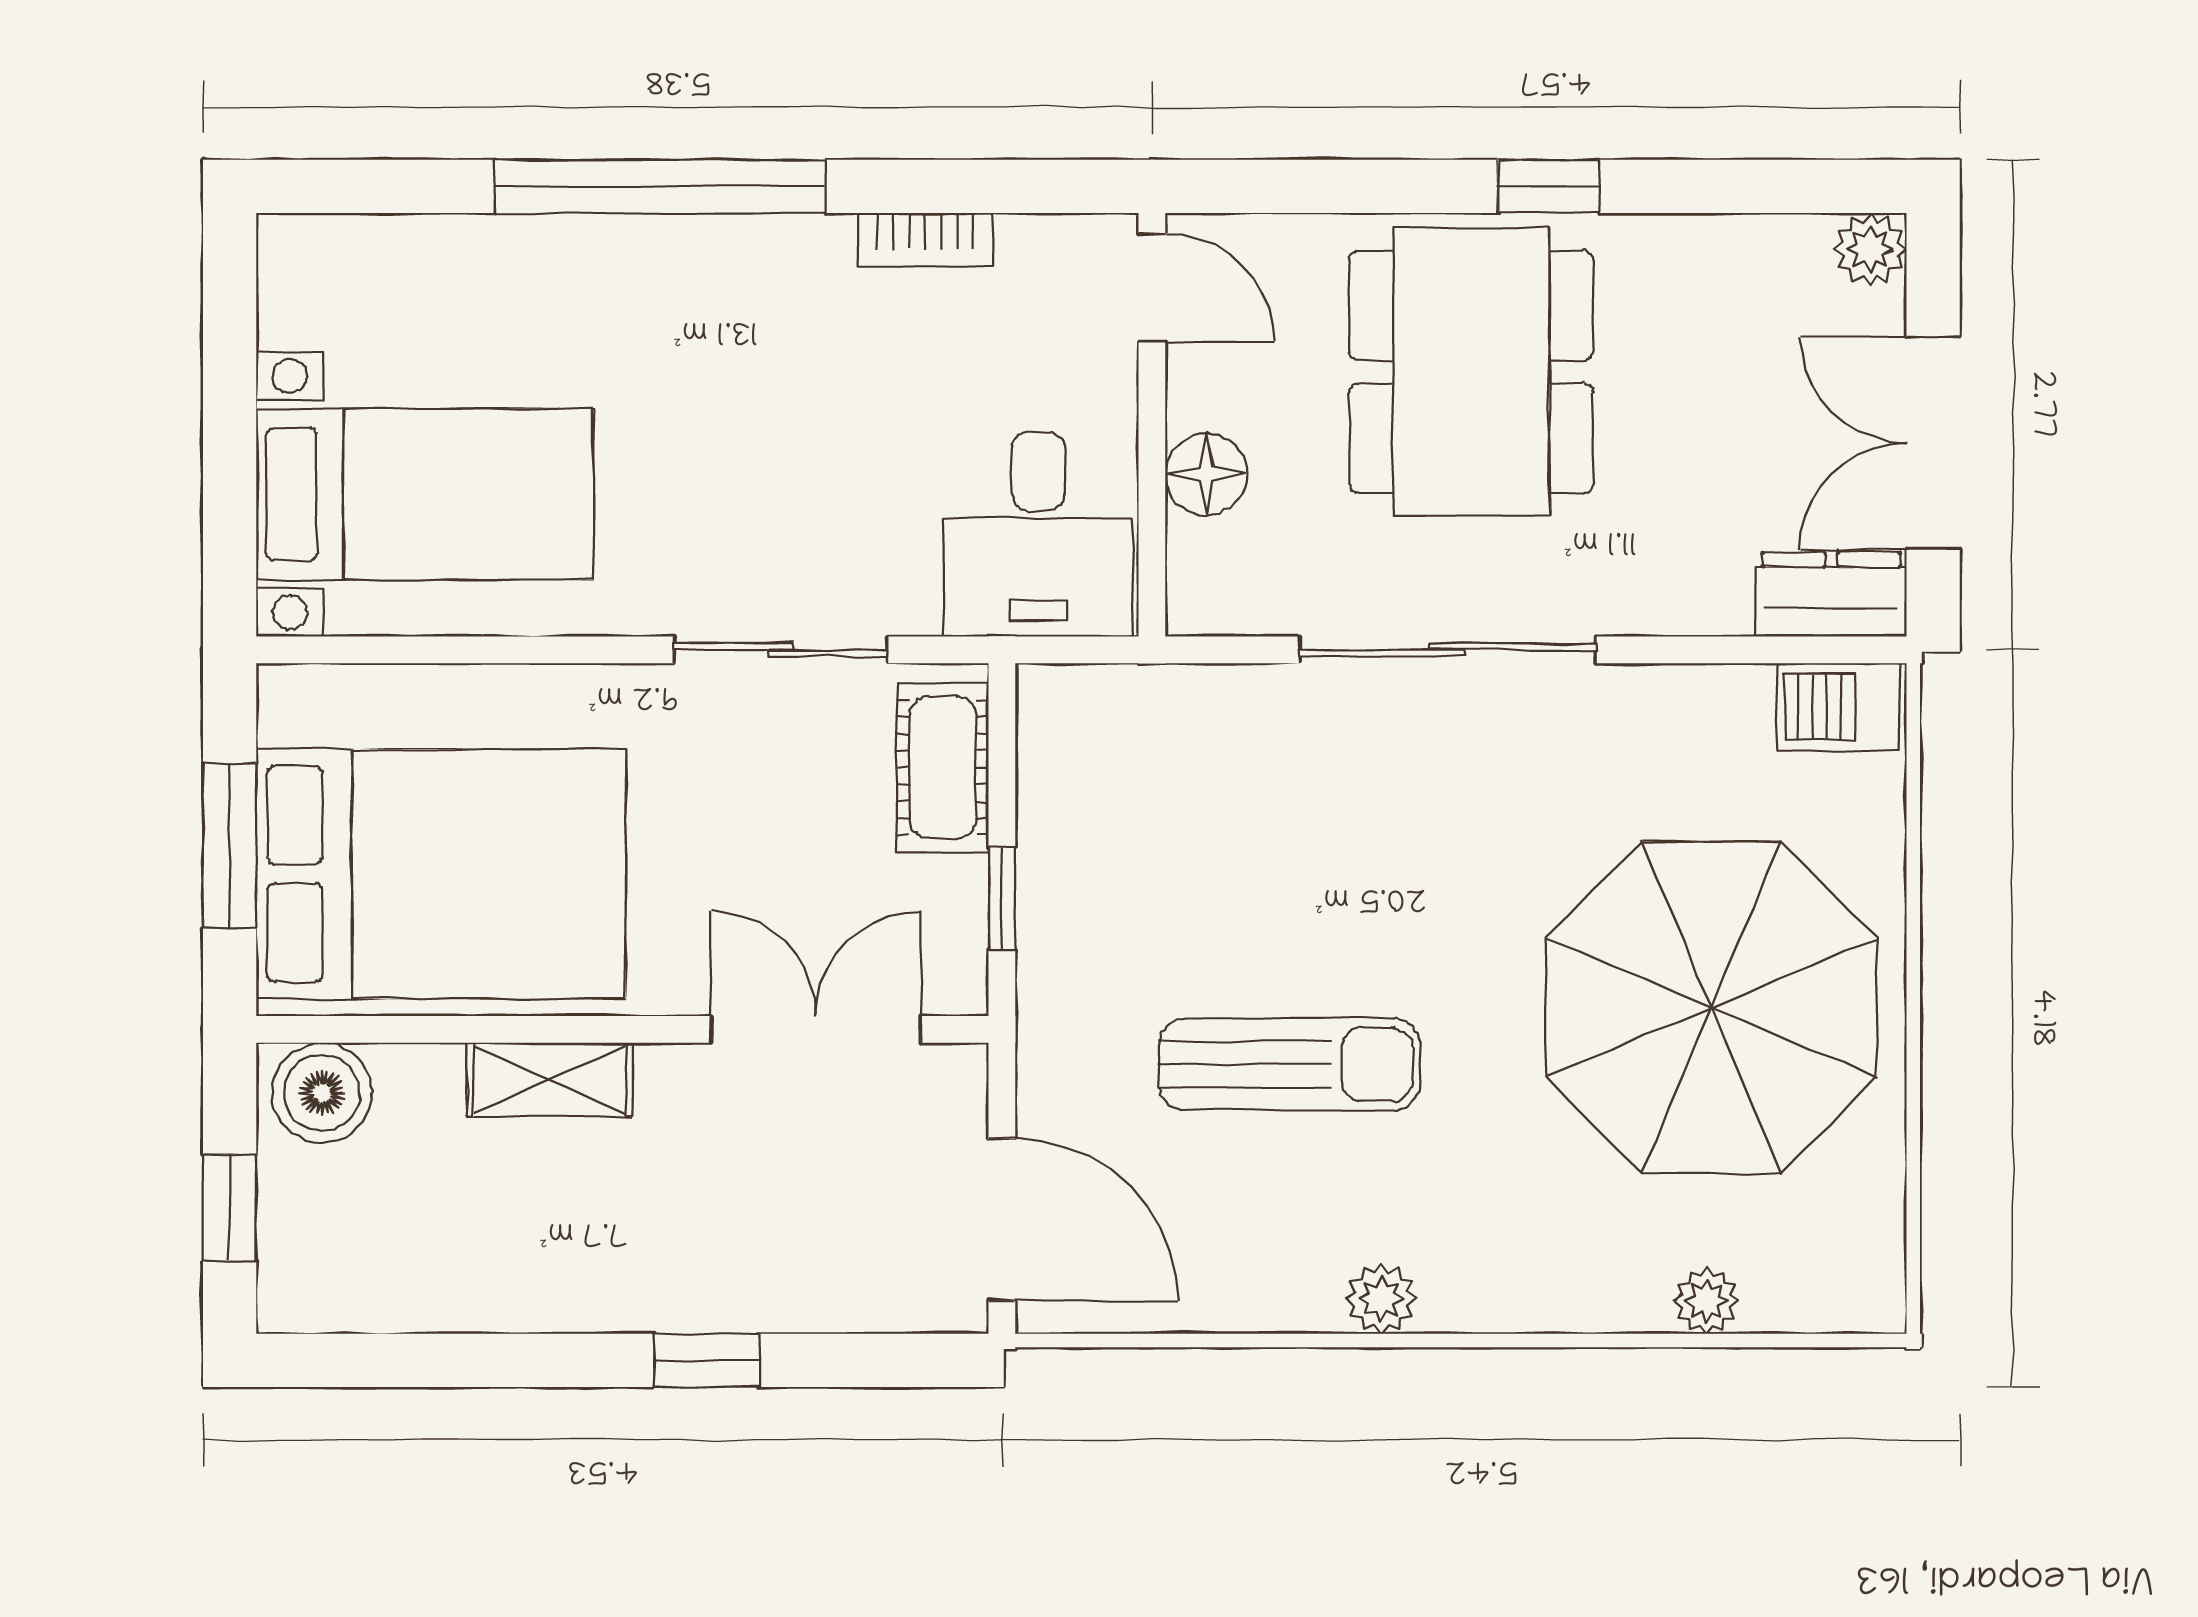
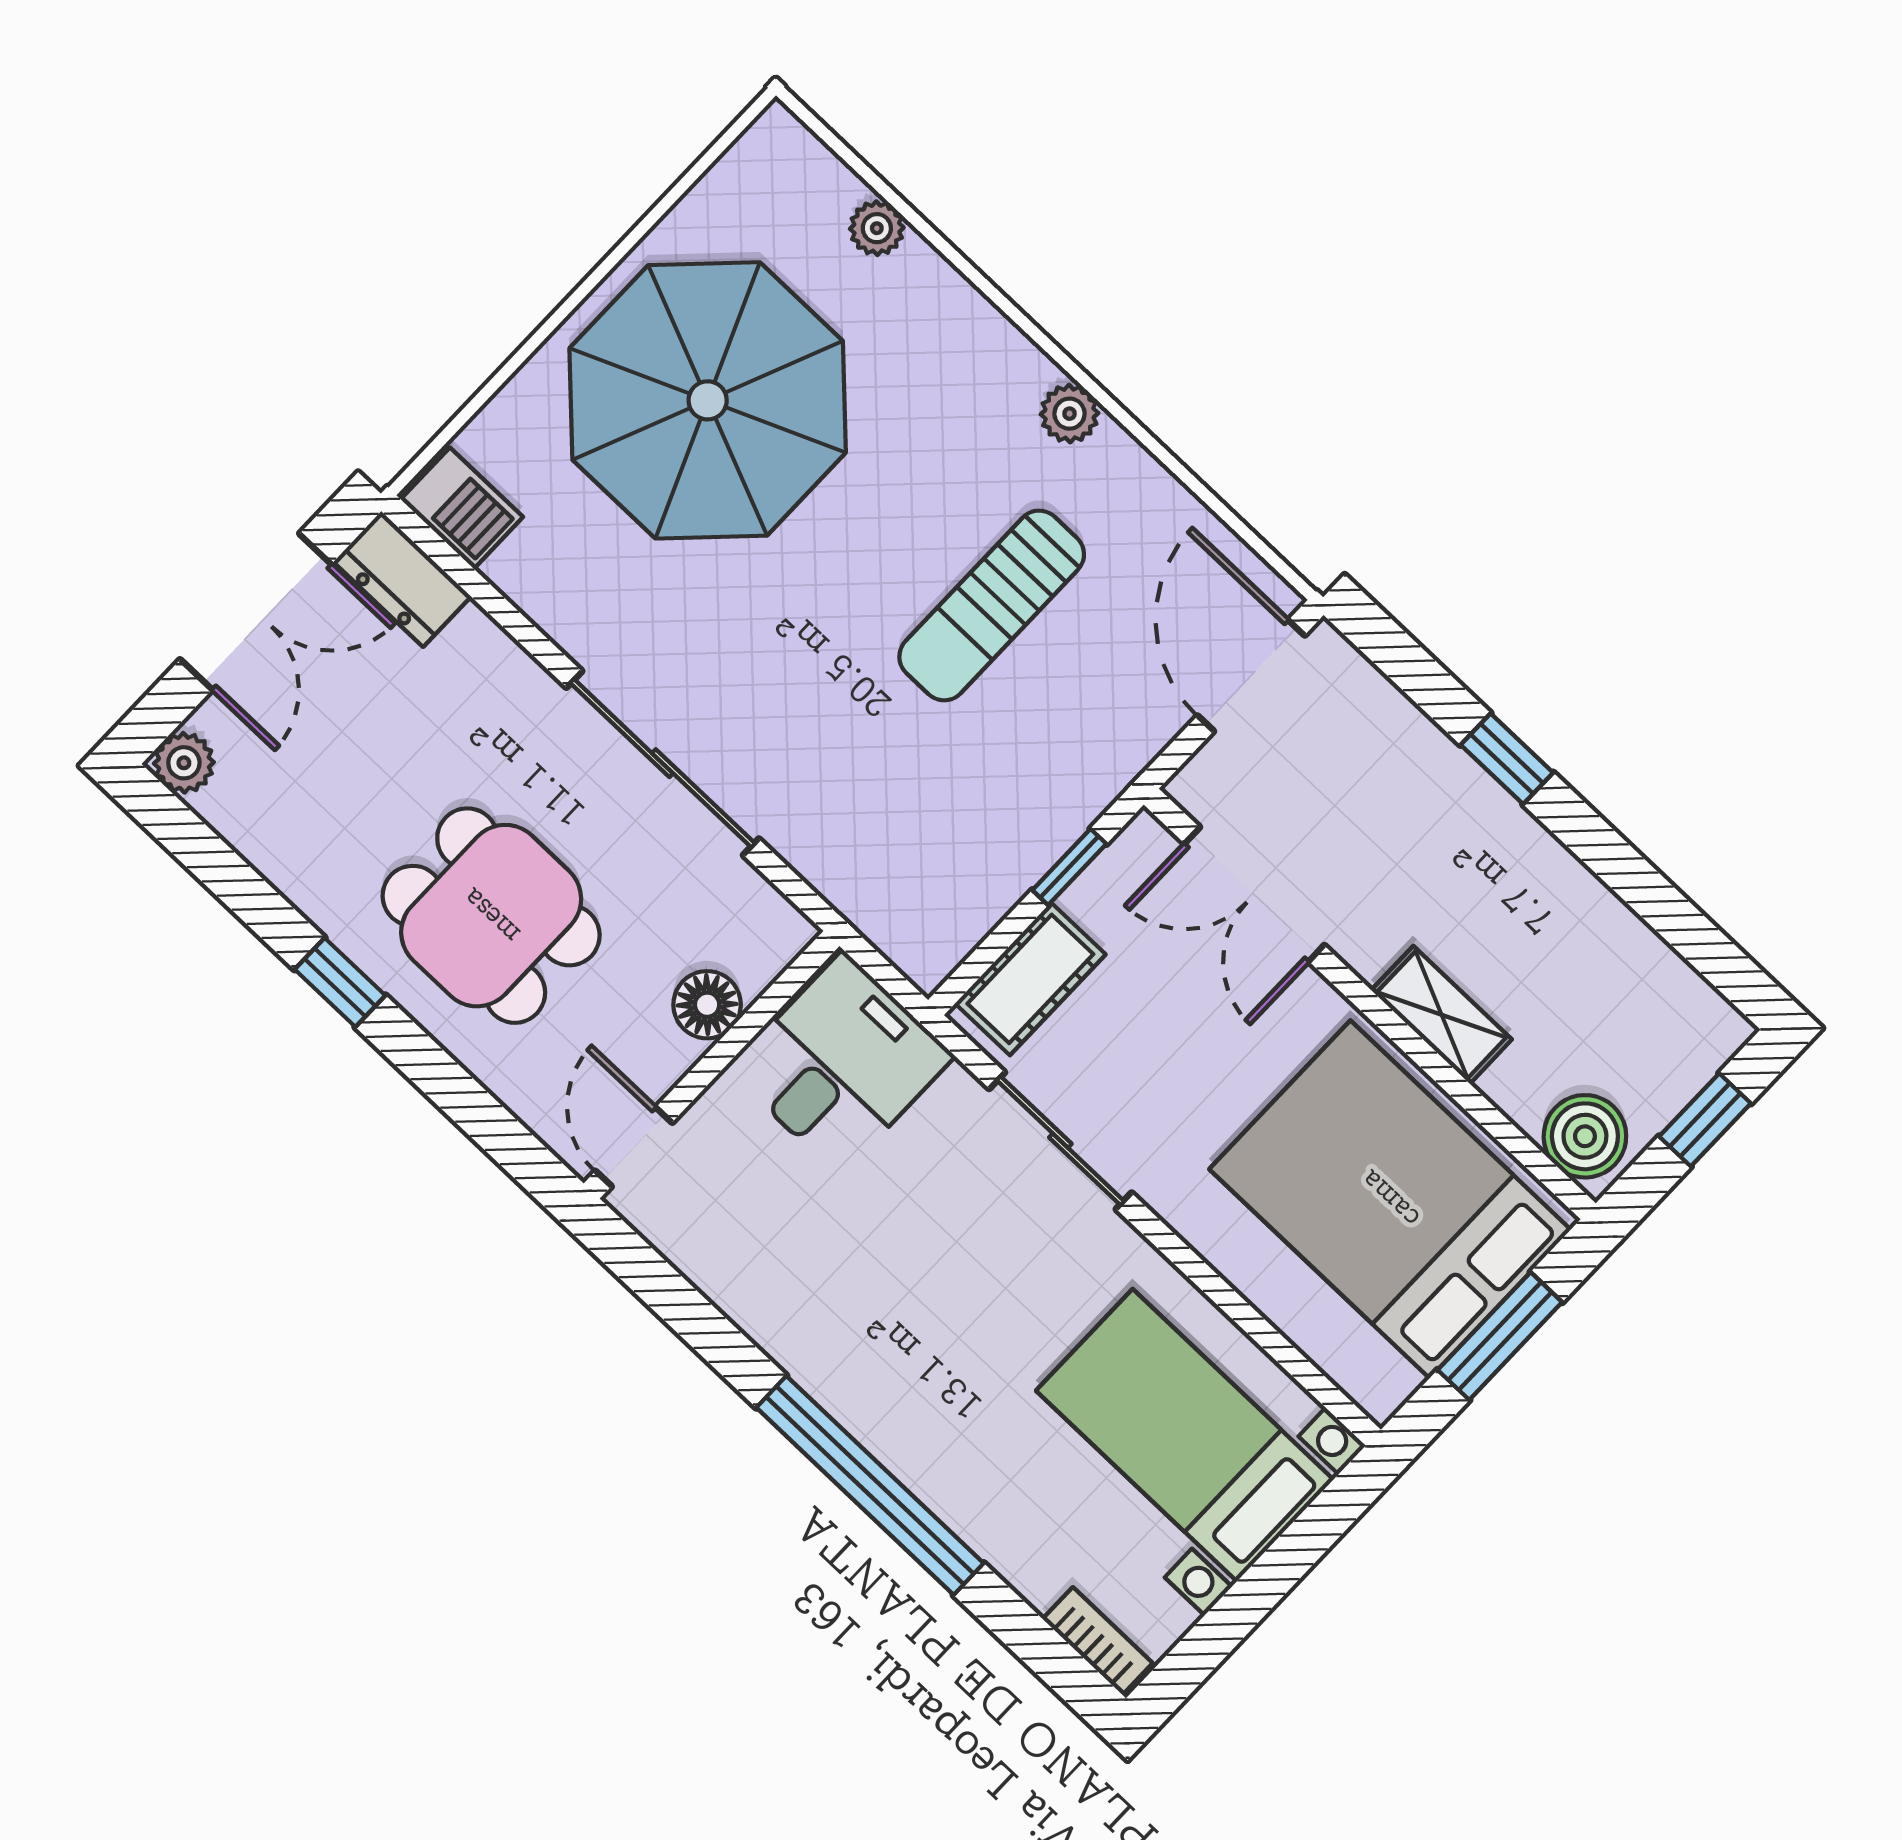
bookcase: (925, 240) -> (1098, 1641), moved
dining table: (1471, 372) -> (491, 916), width x0.73
sun lounger: (1289, 1064) -> (992, 605), turned -90

